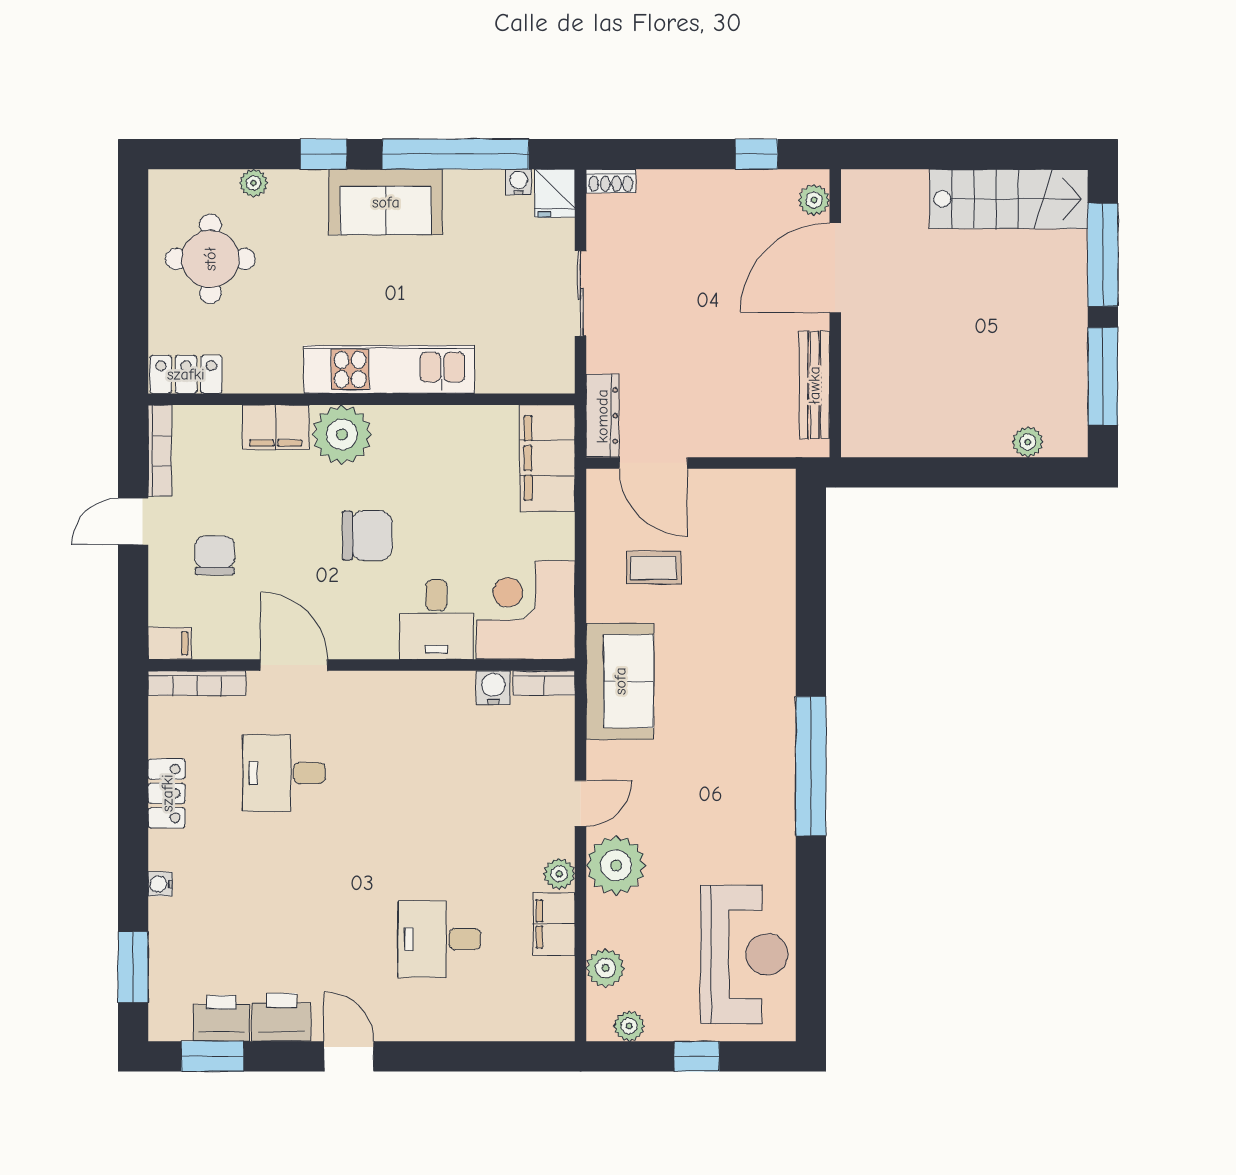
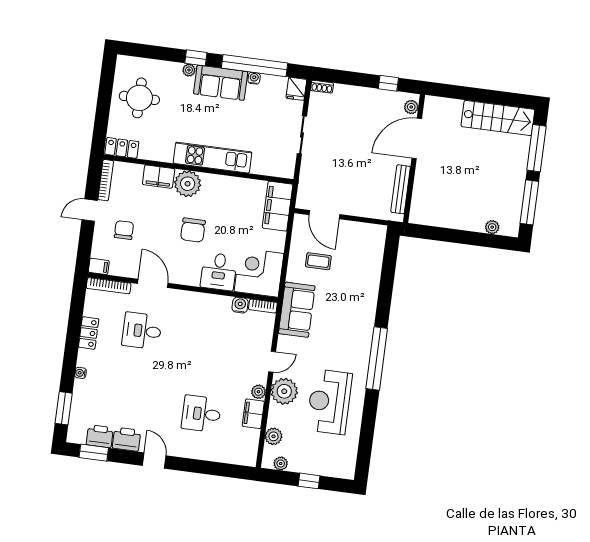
water cooler: (519, 182) -> (254, 78), moved
plant: (254, 183) -> (189, 70), moved
dresser: (602, 416) -> (305, 191), removed
chair: (367, 536) -> (193, 230), turned 90
reception desk: (744, 954) -> (329, 402), moved, turned 180

